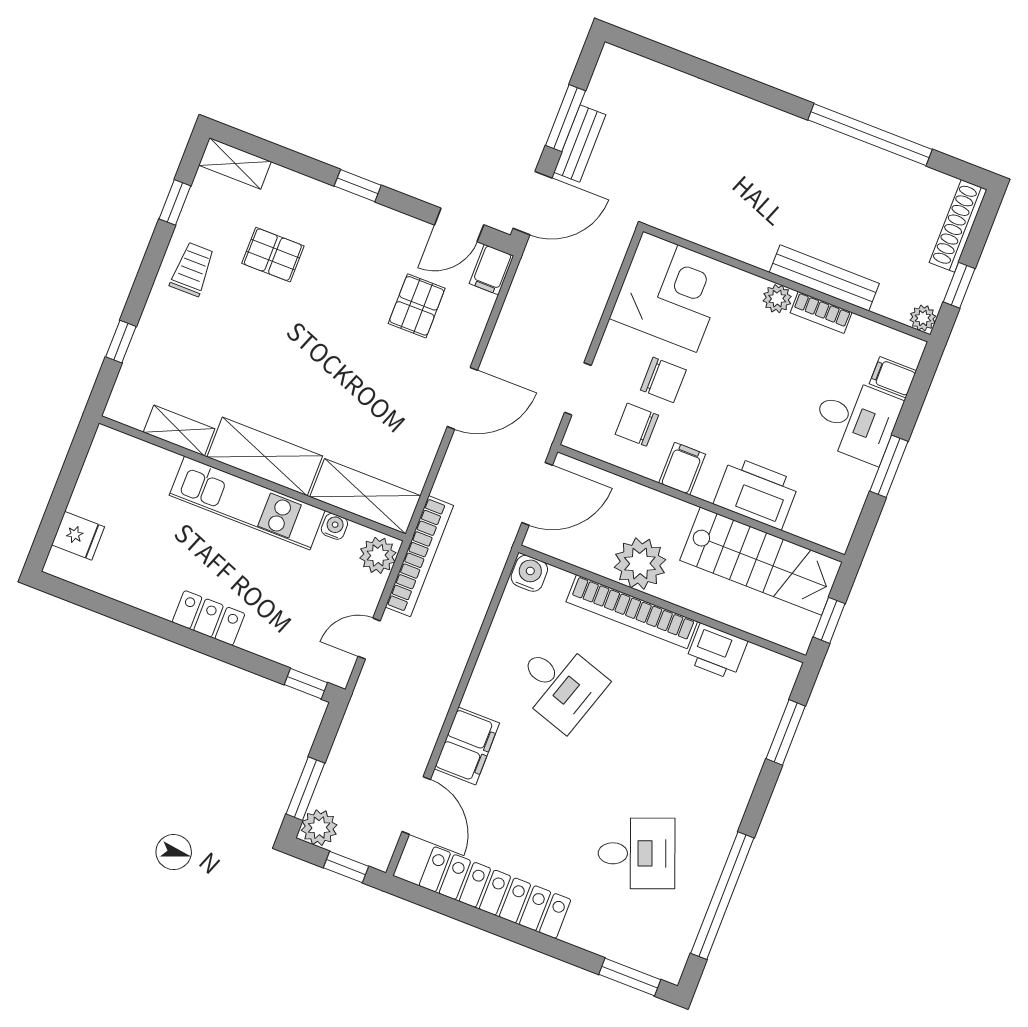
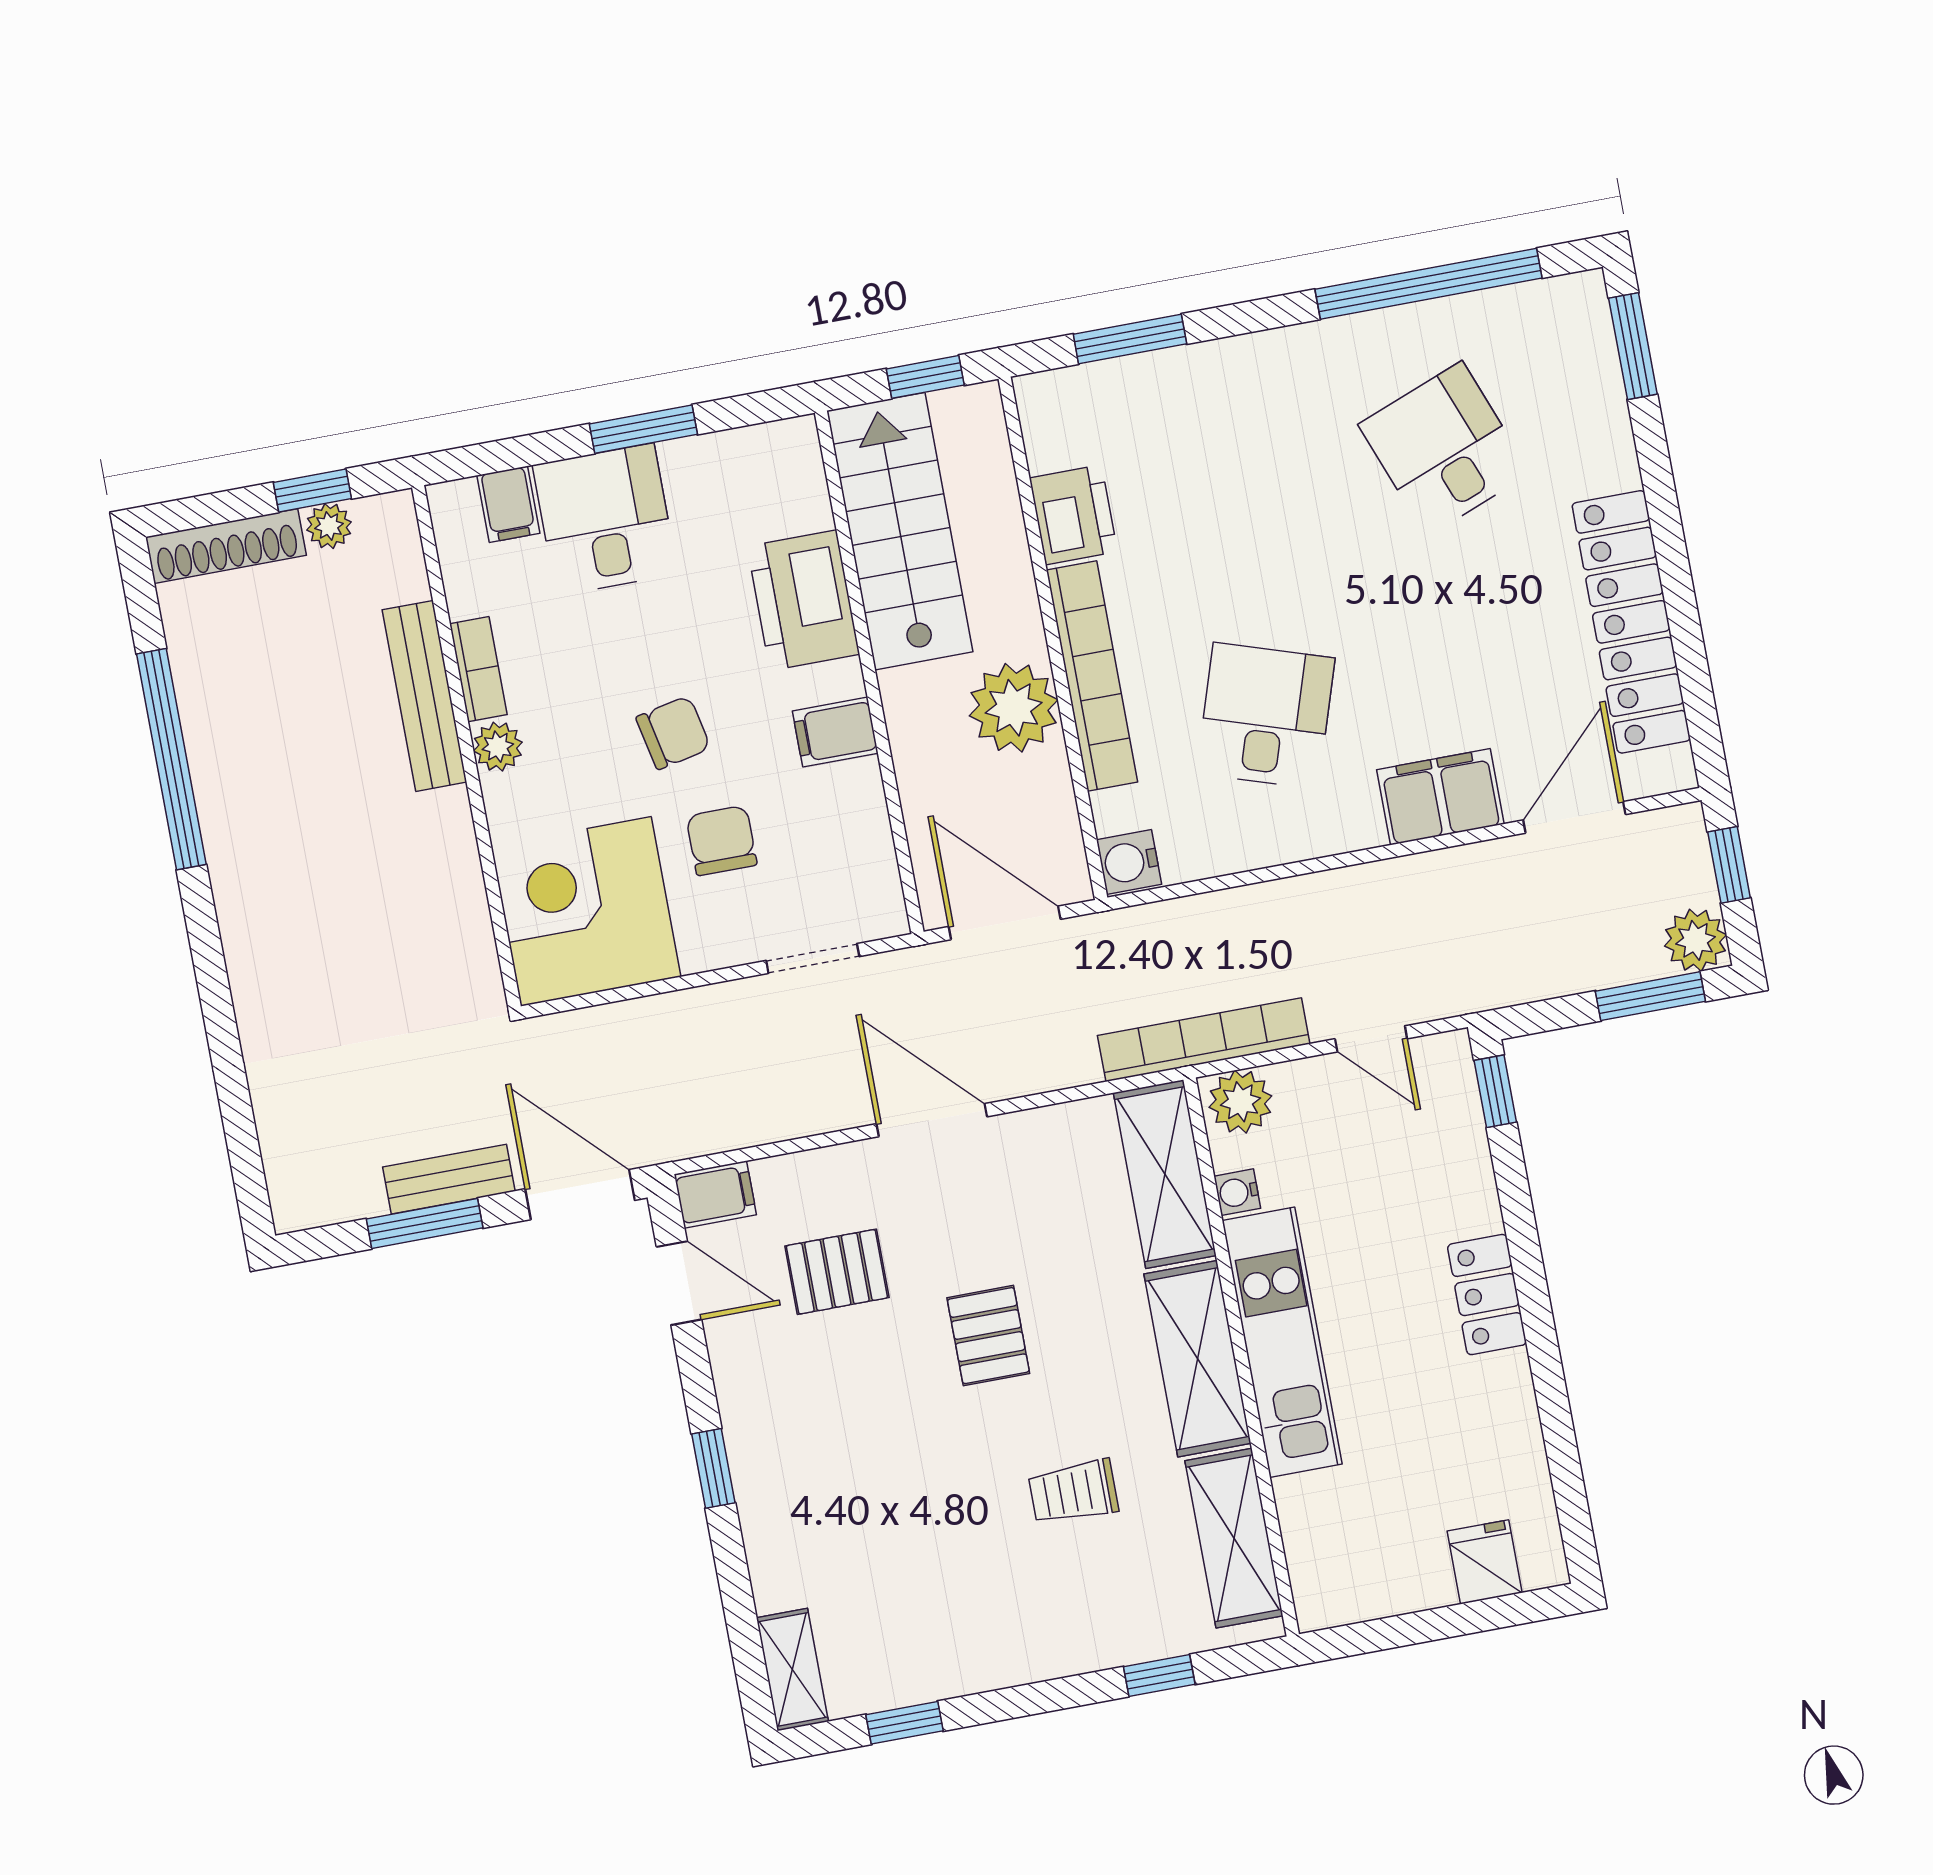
pallet: (273, 255) -> (988, 1336), moved
trolley: (192, 269) -> (1073, 1492), moved
plant: (923, 318) -> (329, 526), moved
chair: (637, 425) -> (673, 733), moved, turned -102
shelving: (179, 430) -> (1234, 1538), width x1.50, depth x1.33

